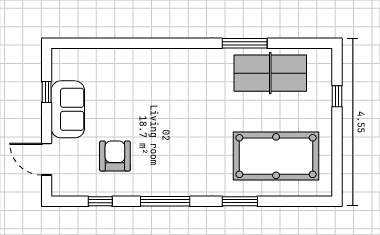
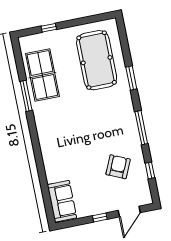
window: (47, 92) -> (100, 217), moved
sofa: (68, 109) -> (62, 201), moved, turned 90
armchair: (115, 156) -> (118, 167), turned 114

